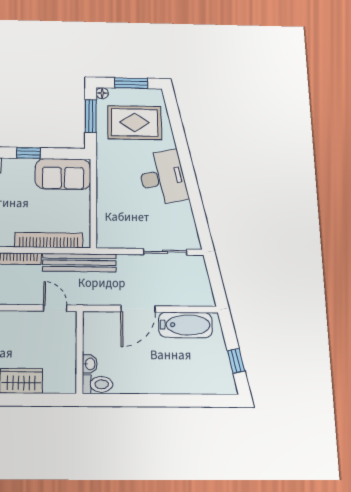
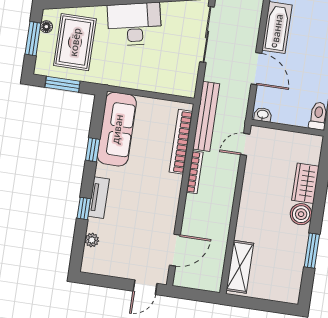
floor lamp: (102, 93) -> (46, 27), moved
sofa: (63, 174) -> (117, 129), width x1.36
sliding door: (165, 252) -> (207, 34), width x1.37
washbasin: (90, 364) -> (263, 115), moved

